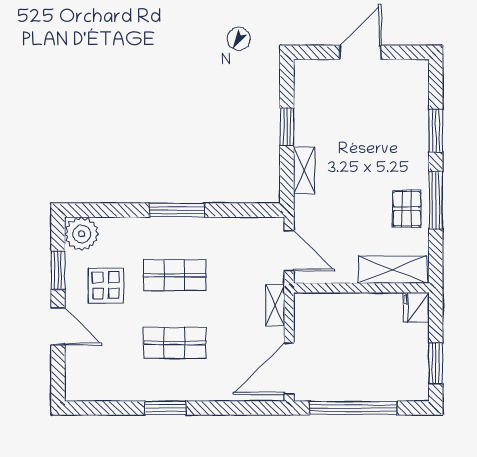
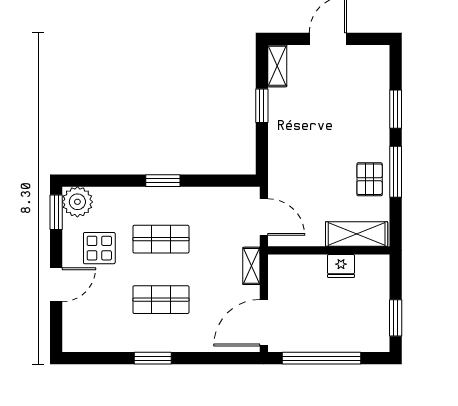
shelving: (304, 170) -> (277, 66), moved
window: (177, 210) -> (163, 181), width x0.69
window: (58, 270) -> (56, 212), moved
fridge: (416, 307) -> (341, 266), moved, turned -90
door: (58, 326) -> (56, 285), hinge flipped

